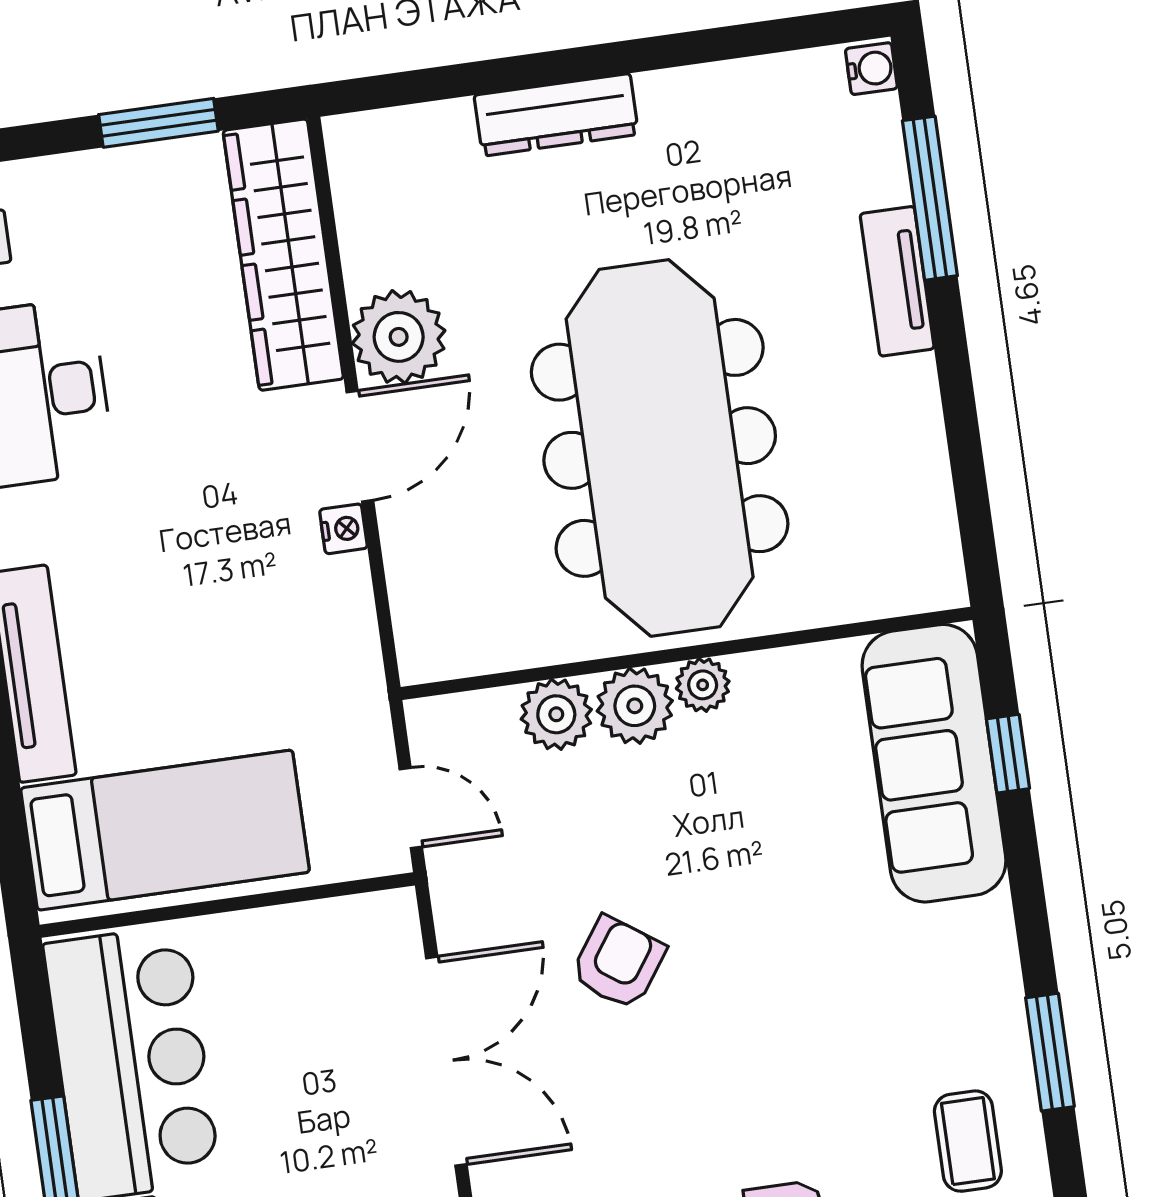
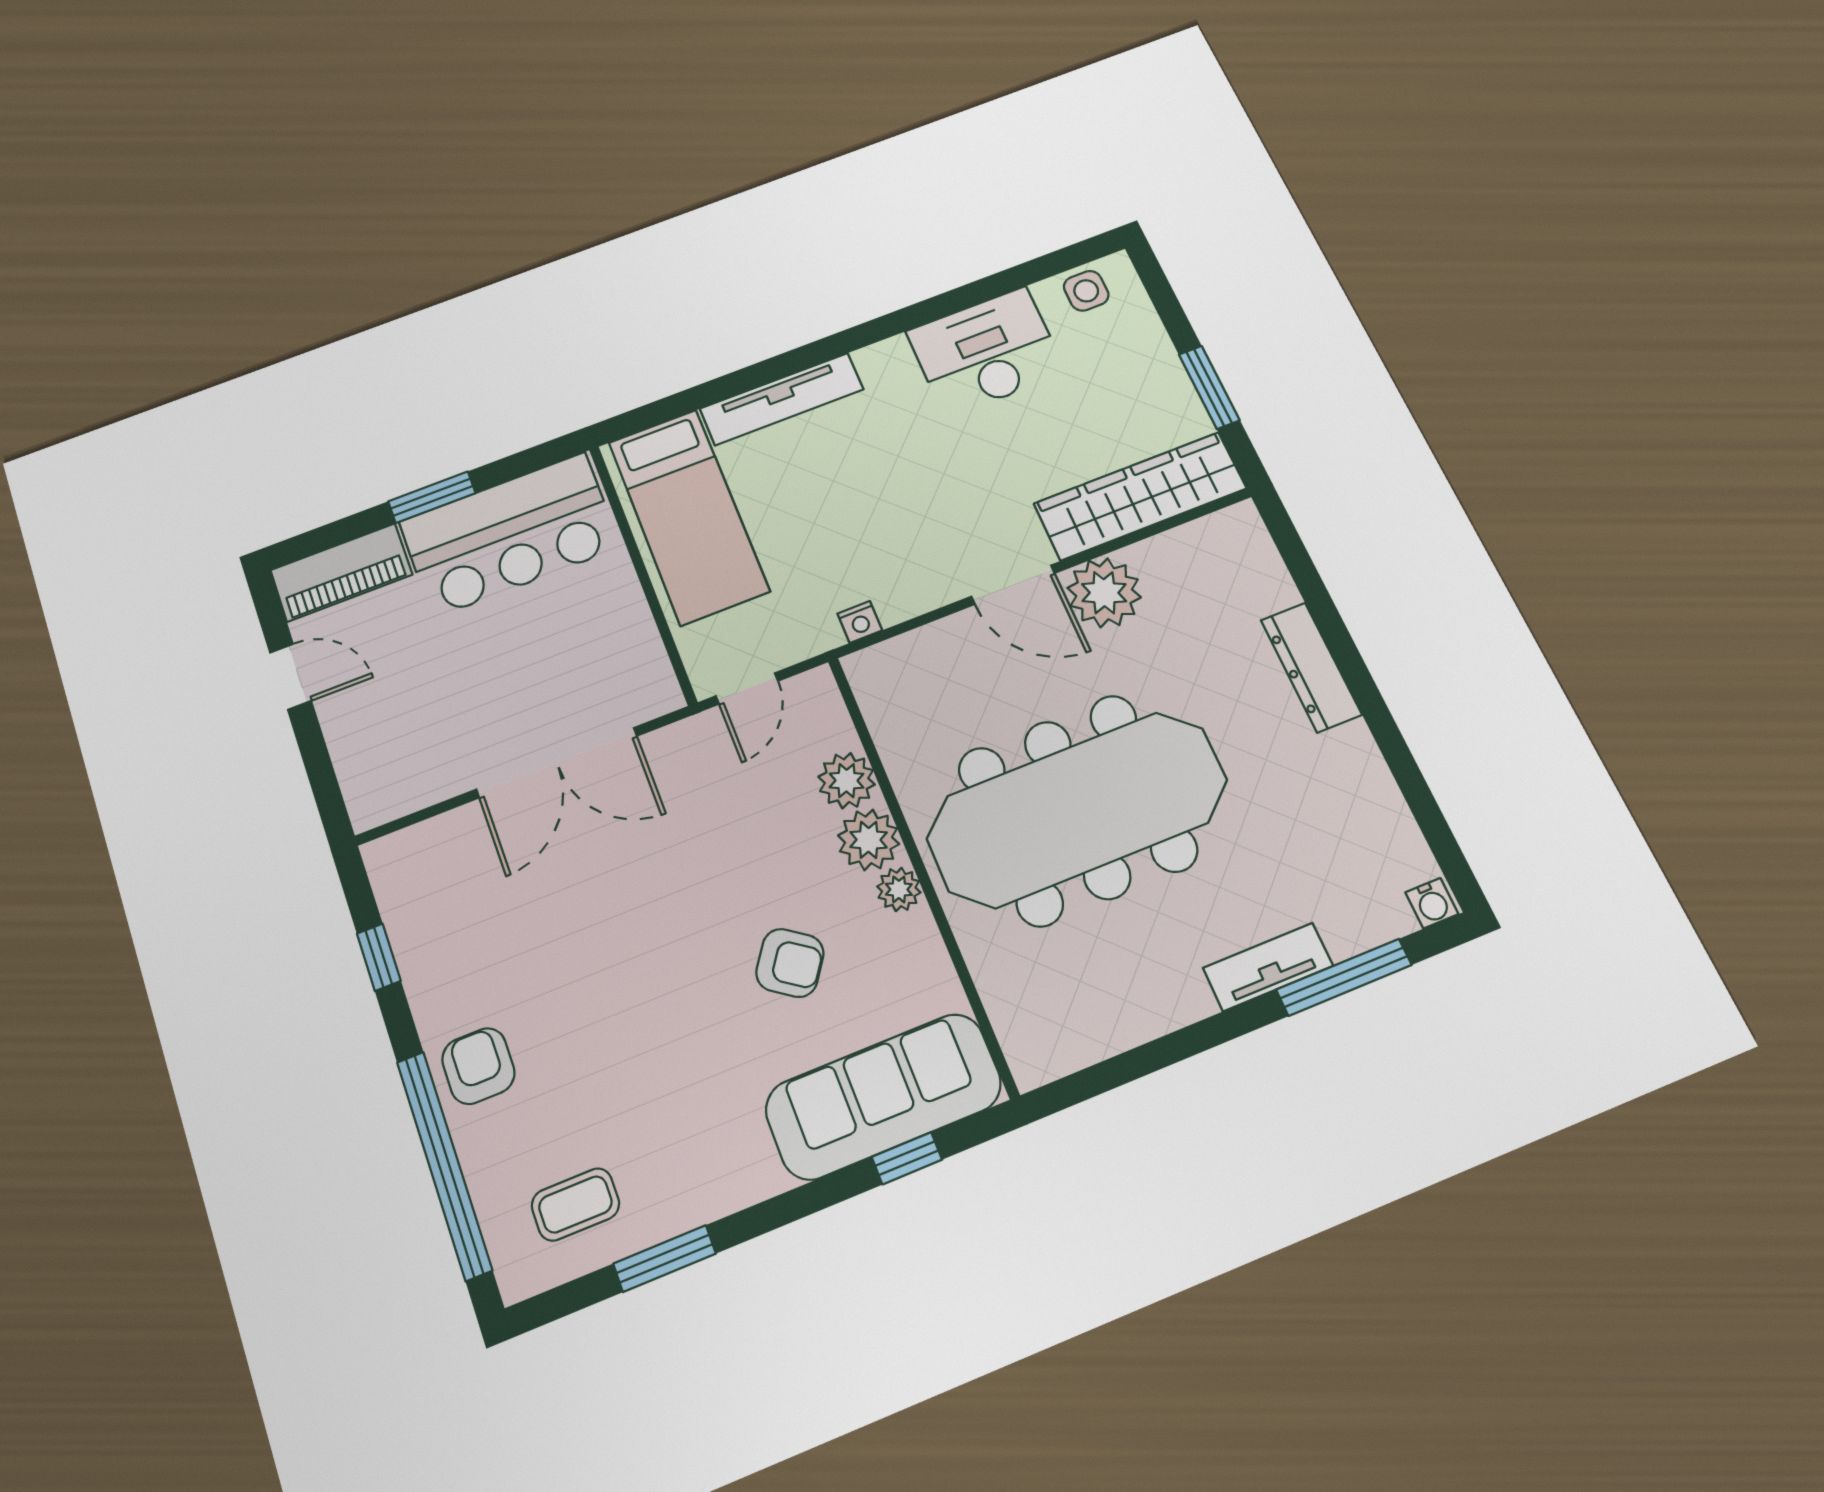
nightstand: (343, 529) -> (860, 622), moved
armchair: (618, 963) -> (790, 963), moved

